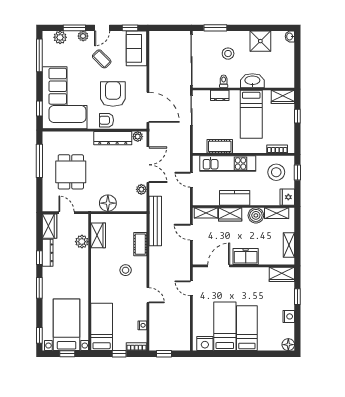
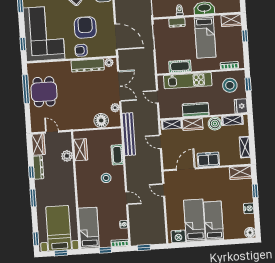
dining table: (71, 172) -> (44, 92), moved
floor lamp: (108, 203) -> (101, 120), moved

